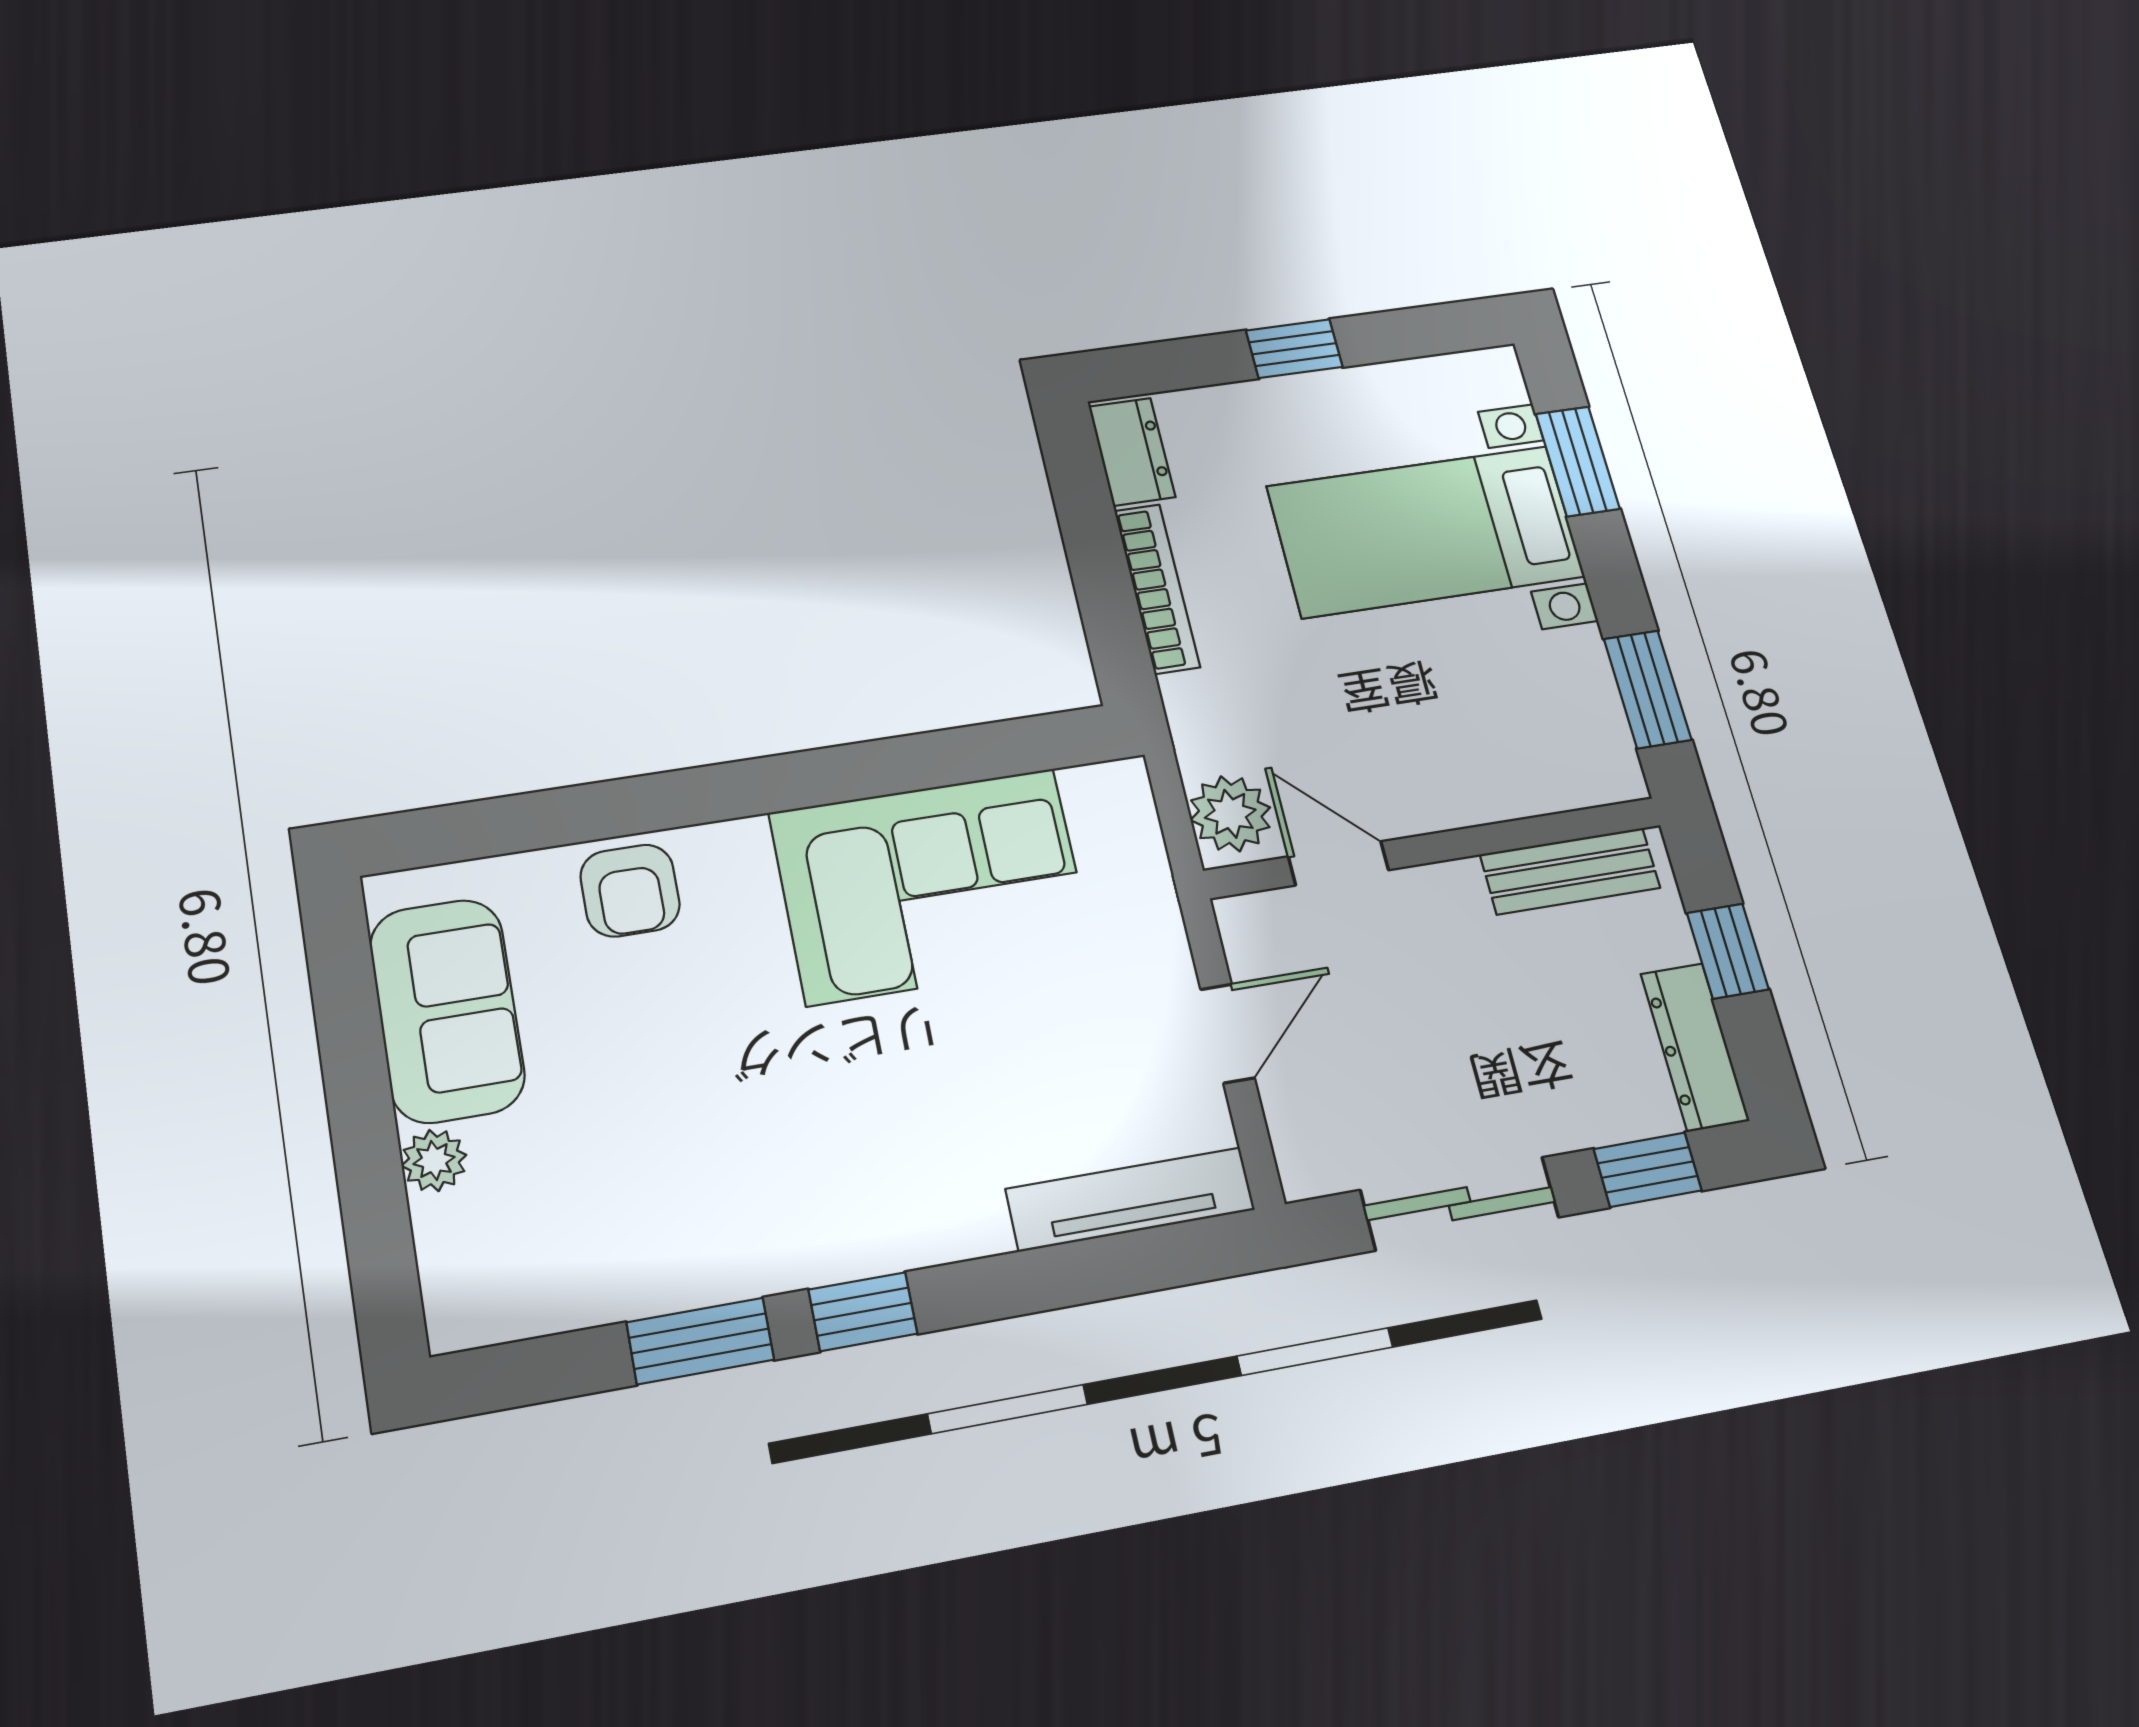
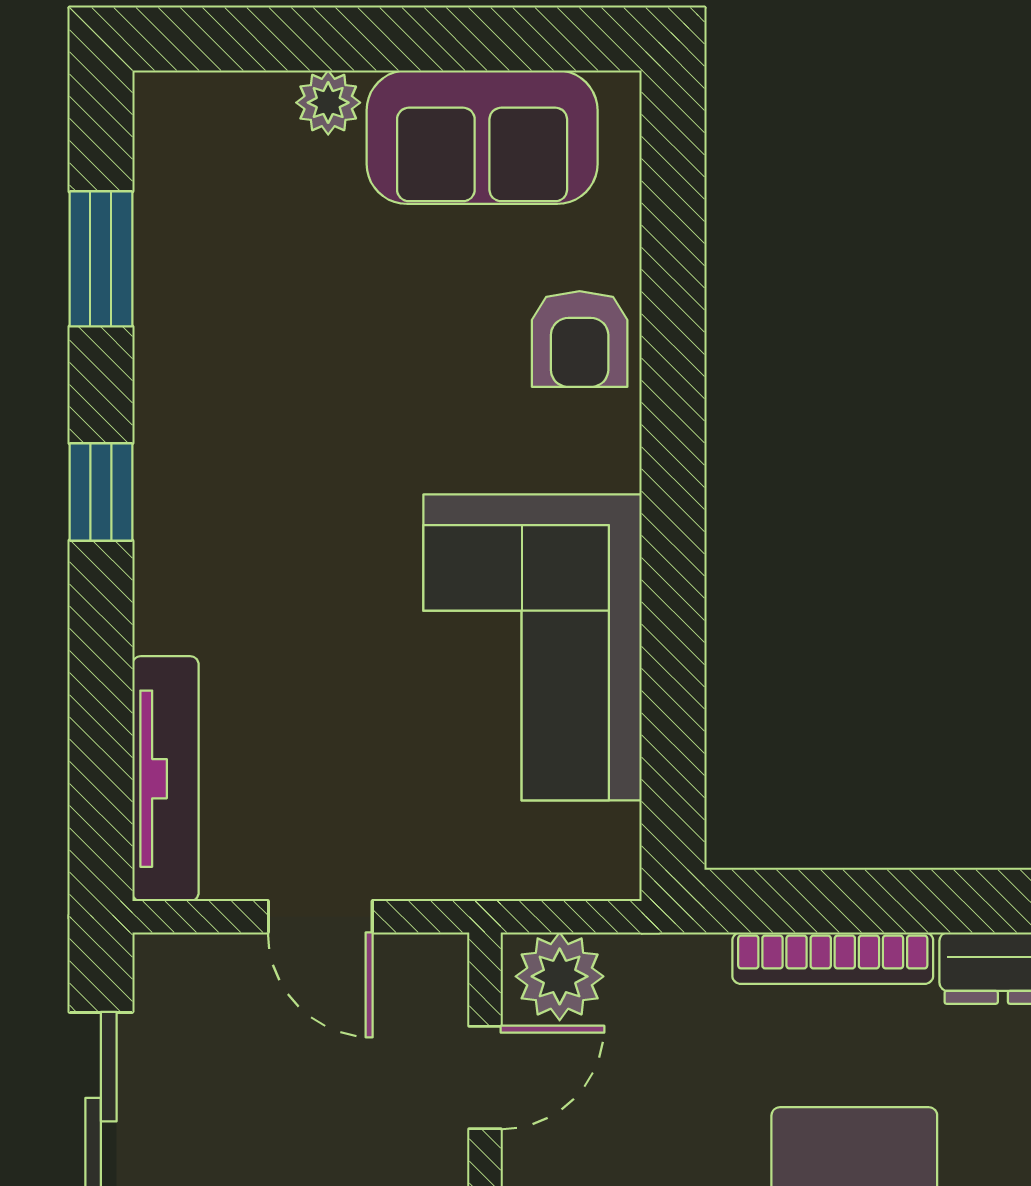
armchair: (630, 891) -> (580, 339), turned -90
window: (700, 1341) -> (101, 259), moved

